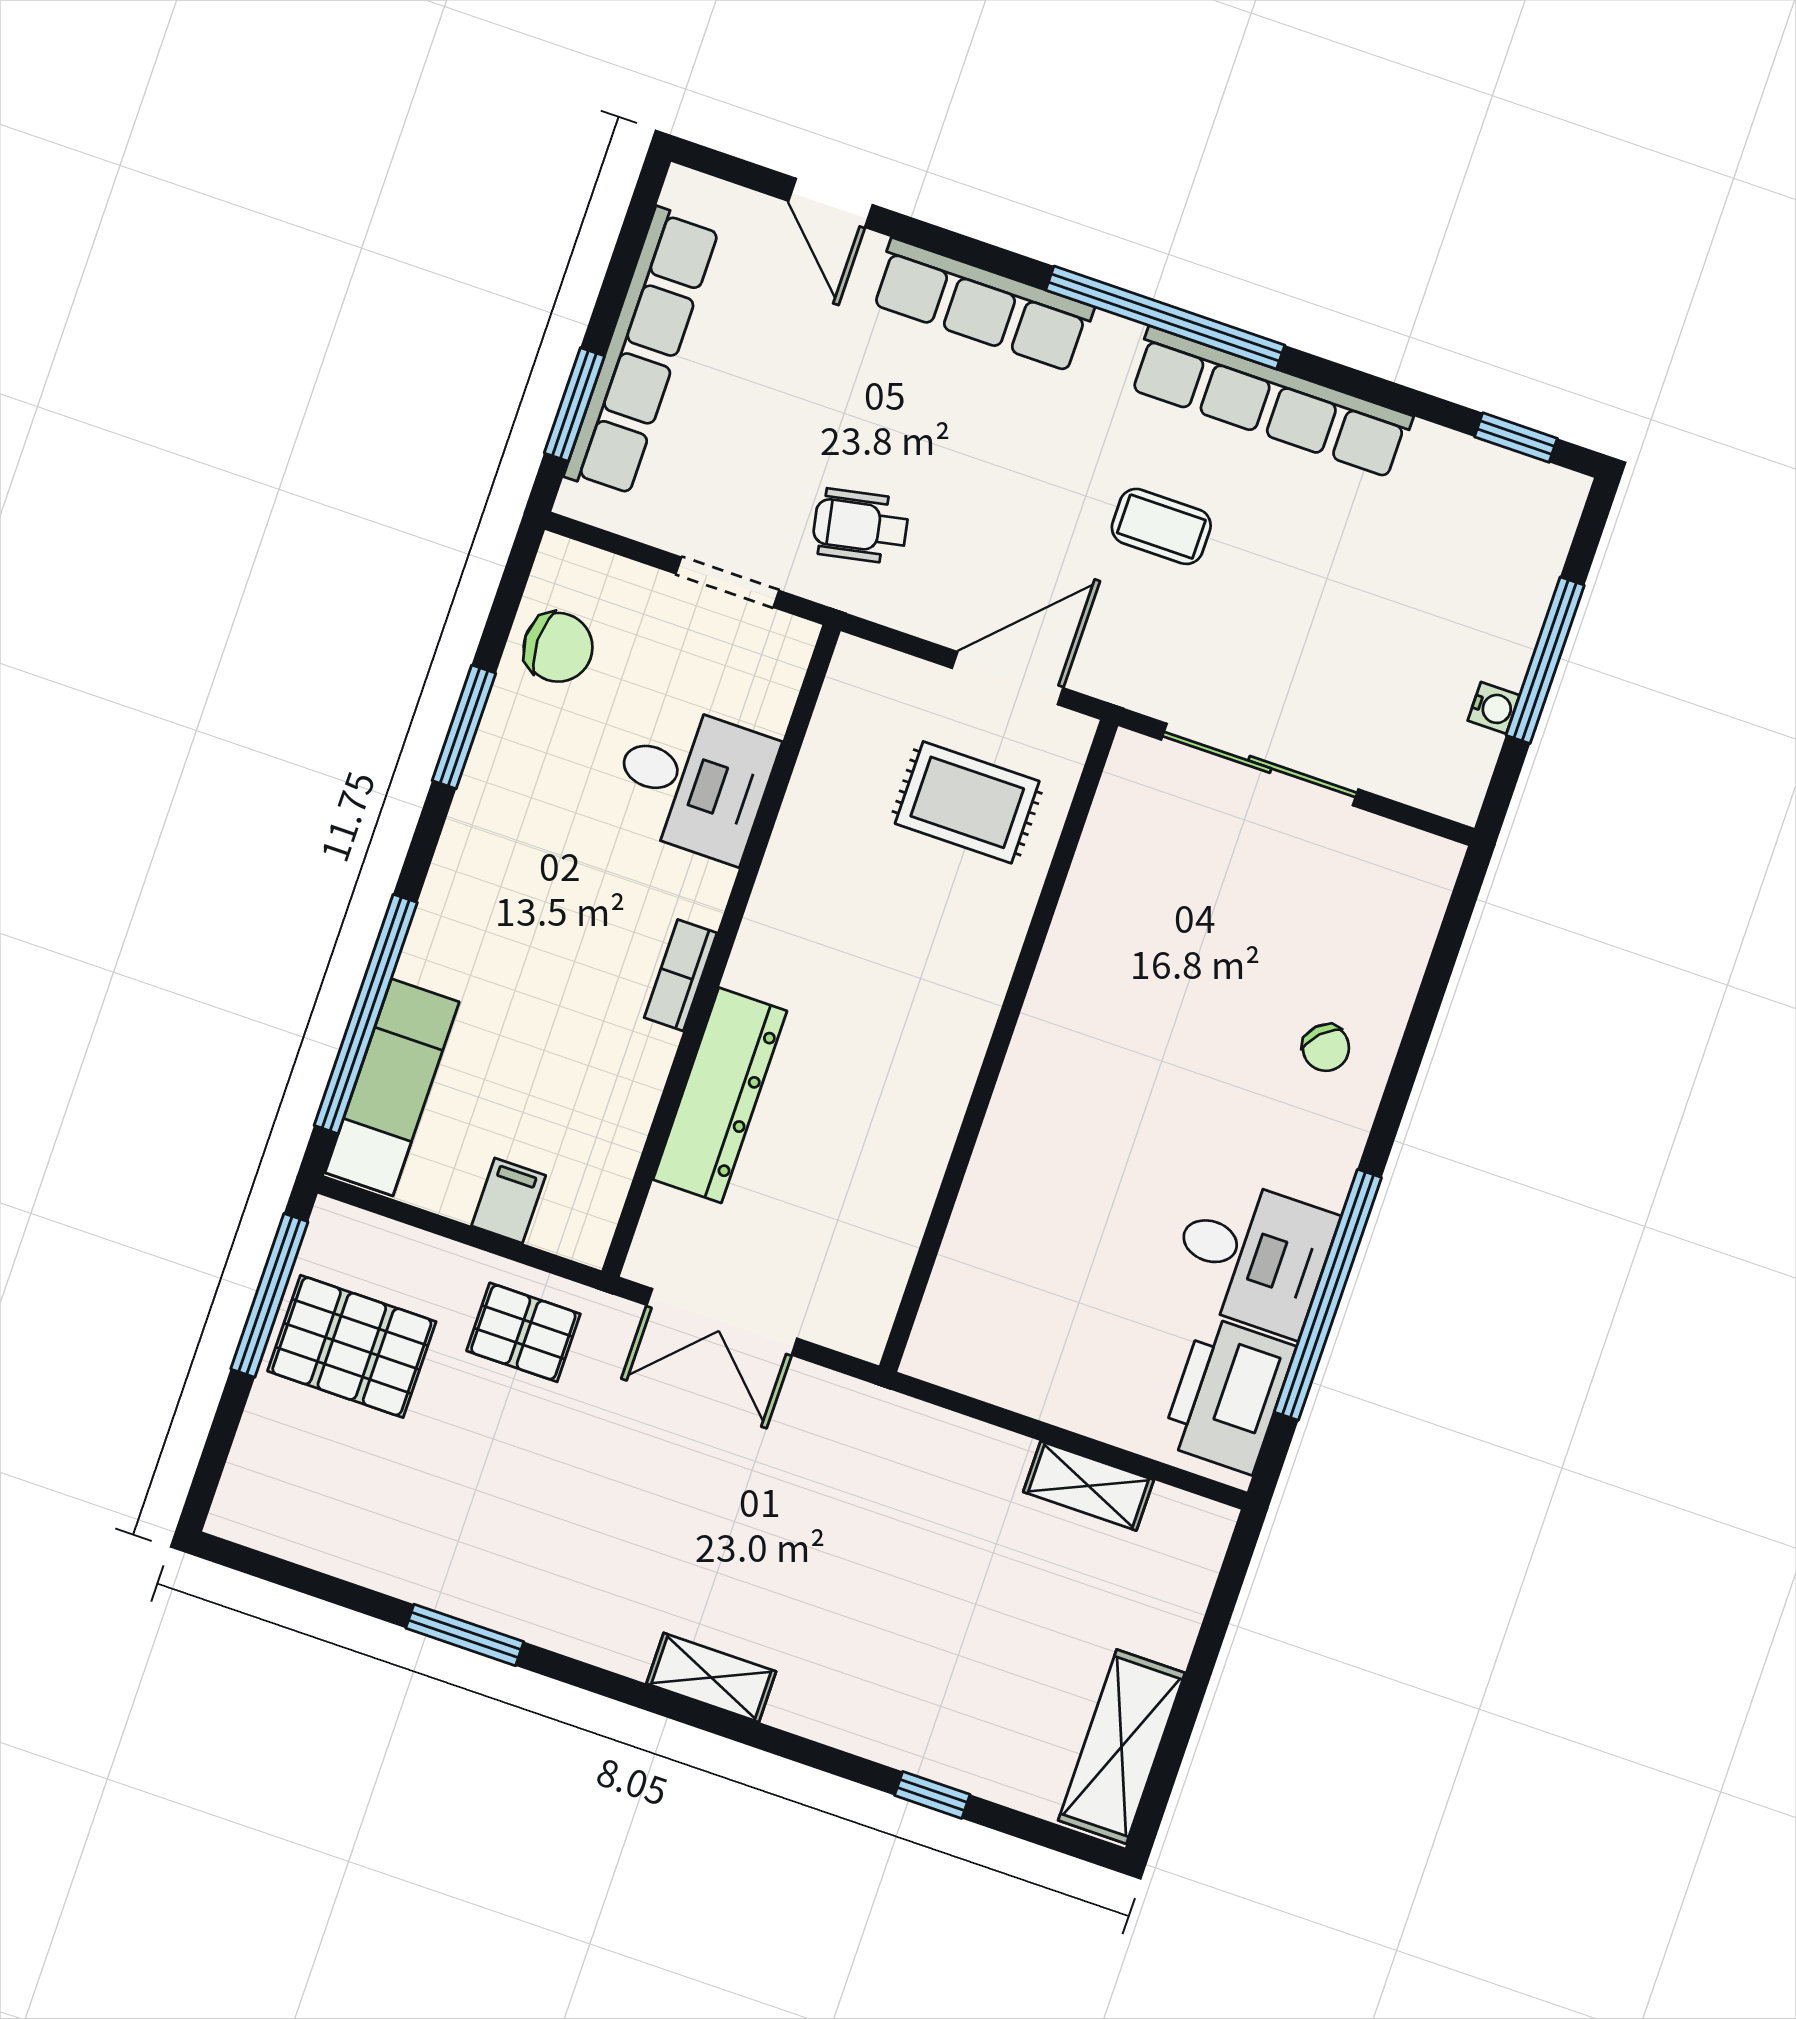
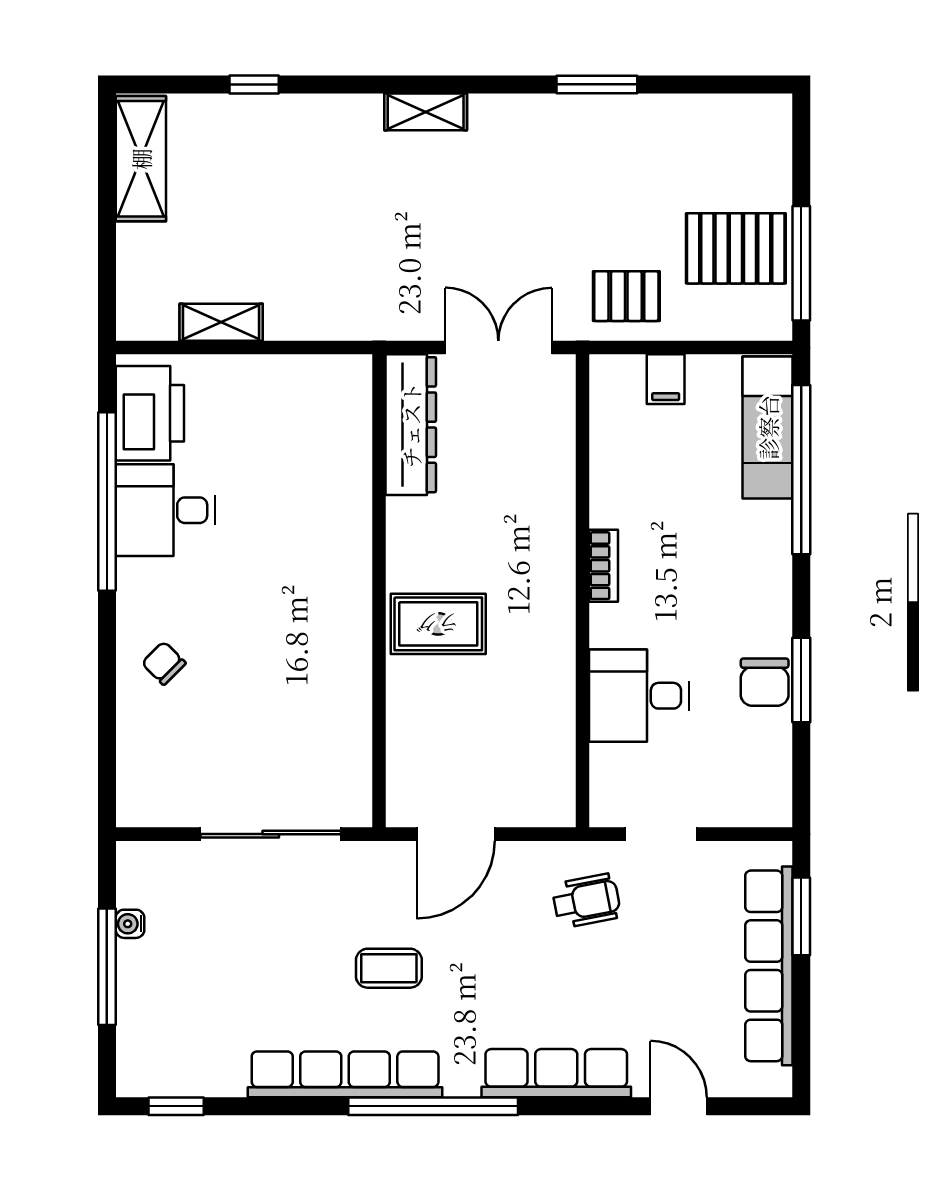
chair: (558, 647) -> (765, 682), moved, turned -90
rug: (967, 802) -> (438, 624), moved
dresser: (720, 1095) -> (411, 425), moved, turned 180

